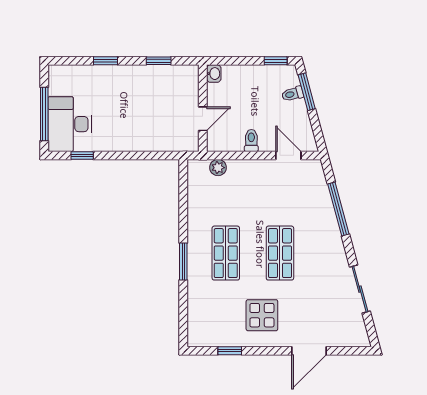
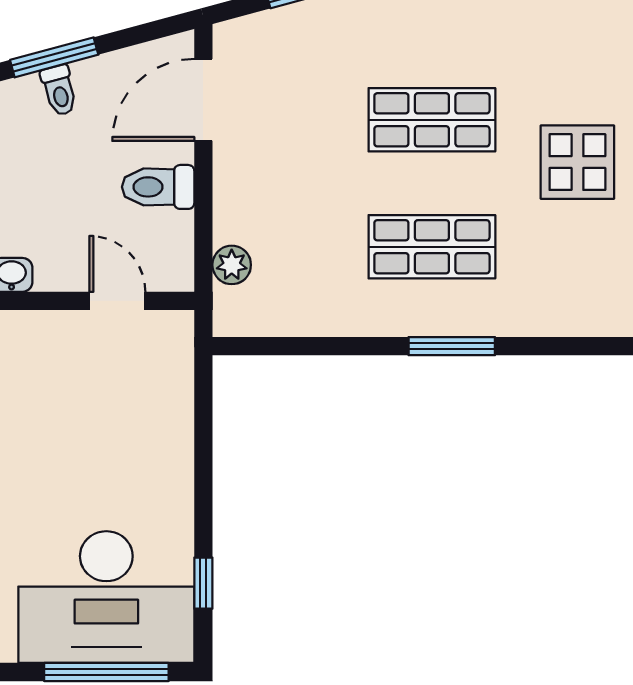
desk: (70, 124) -> (106, 597), width x1.36, depth x1.30
toilet: (251, 140) -> (158, 187), width x1.37, depth x1.39
door: (288, 155) -> (203, 100), width x1.37

